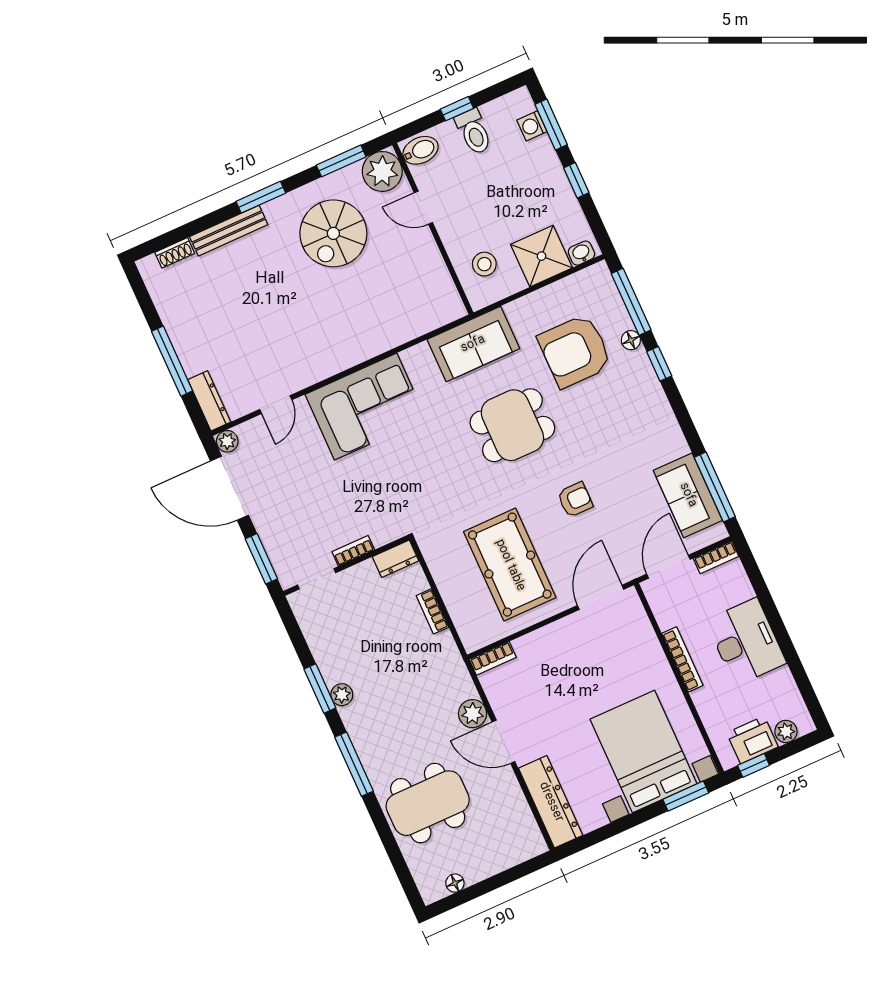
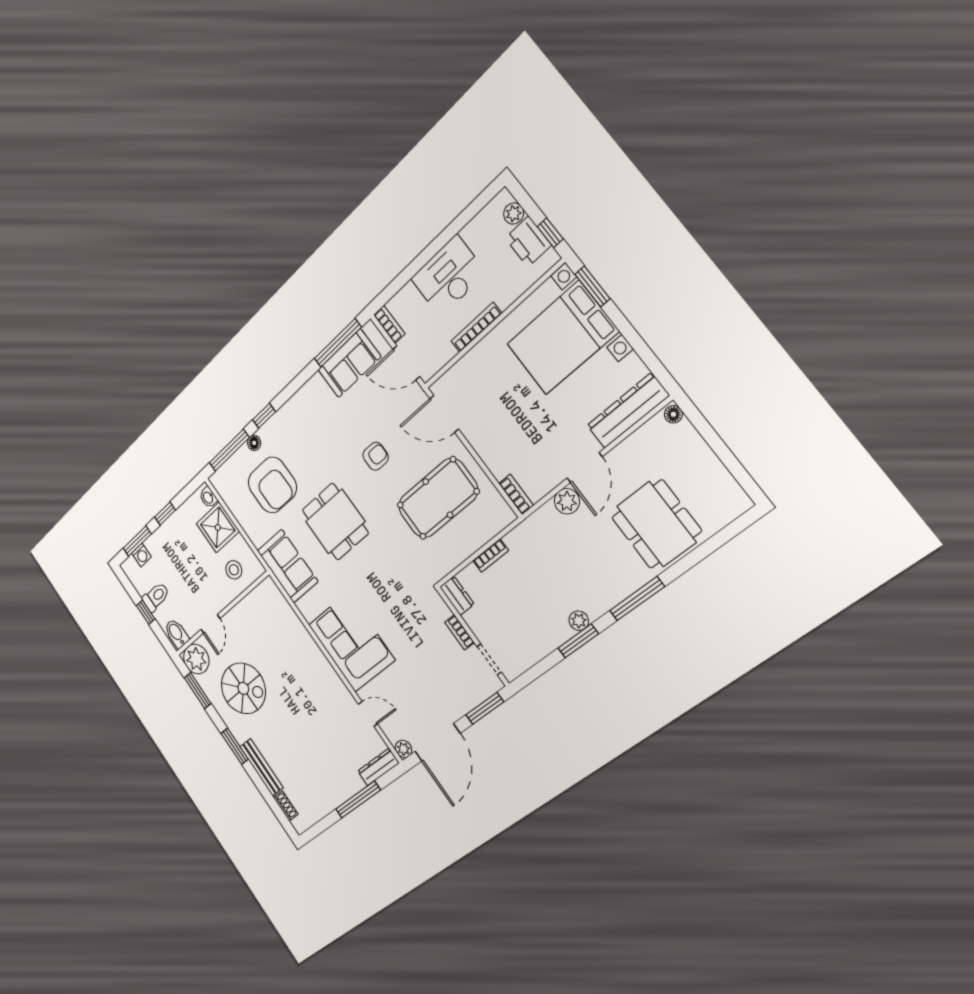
armchair: (575, 500) -> (376, 456), turned 90
floor lamp: (455, 883) -> (673, 414), moved

